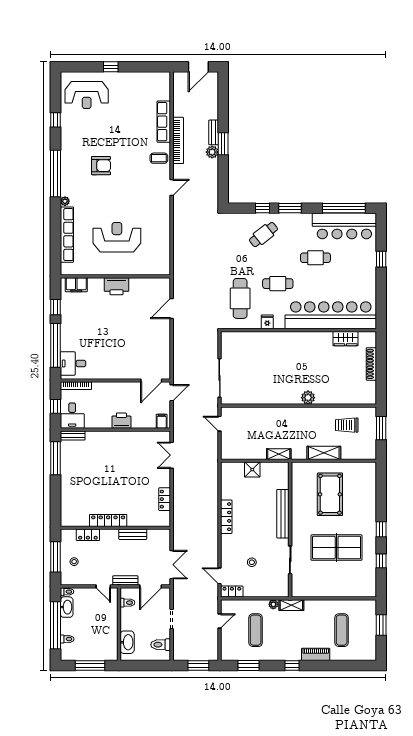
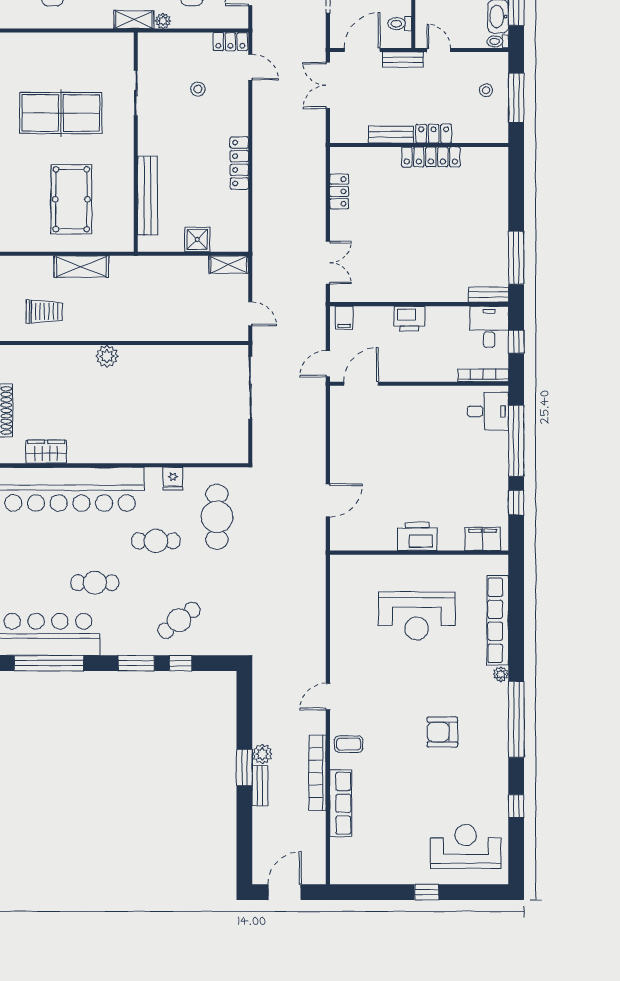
shelving: (279, 454) -> (229, 265), moved
bench: (283, 514) -> (148, 196), moved
locker: (88, 535) -> (434, 134), moved

